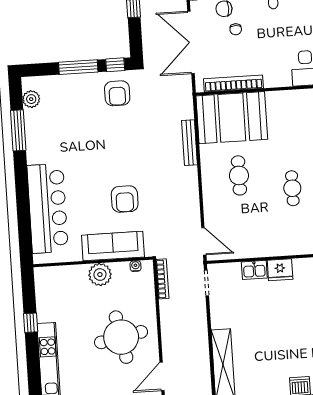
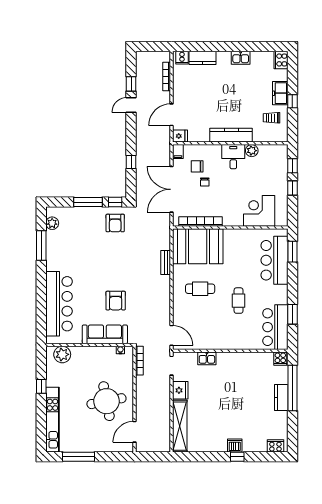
bench: (189, 143) -> (166, 262), width x0.73
cafe table: (239, 175) -> (200, 289), turned 90
fridge: (280, 270) -> (180, 390), moved, turned -90
plant: (100, 275) -> (62, 354), moved

